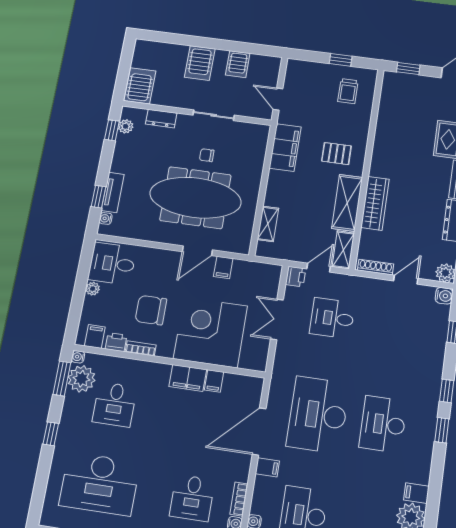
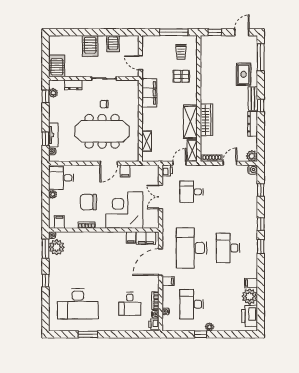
window: (341, 60) -> (174, 32), width x2.17
pallet: (336, 154) -> (181, 76), moved
printer: (116, 342) -> (72, 223), removed
filing cabinet: (188, 378) -> (146, 238), moved
desk: (115, 404) -> (78, 259), removed

